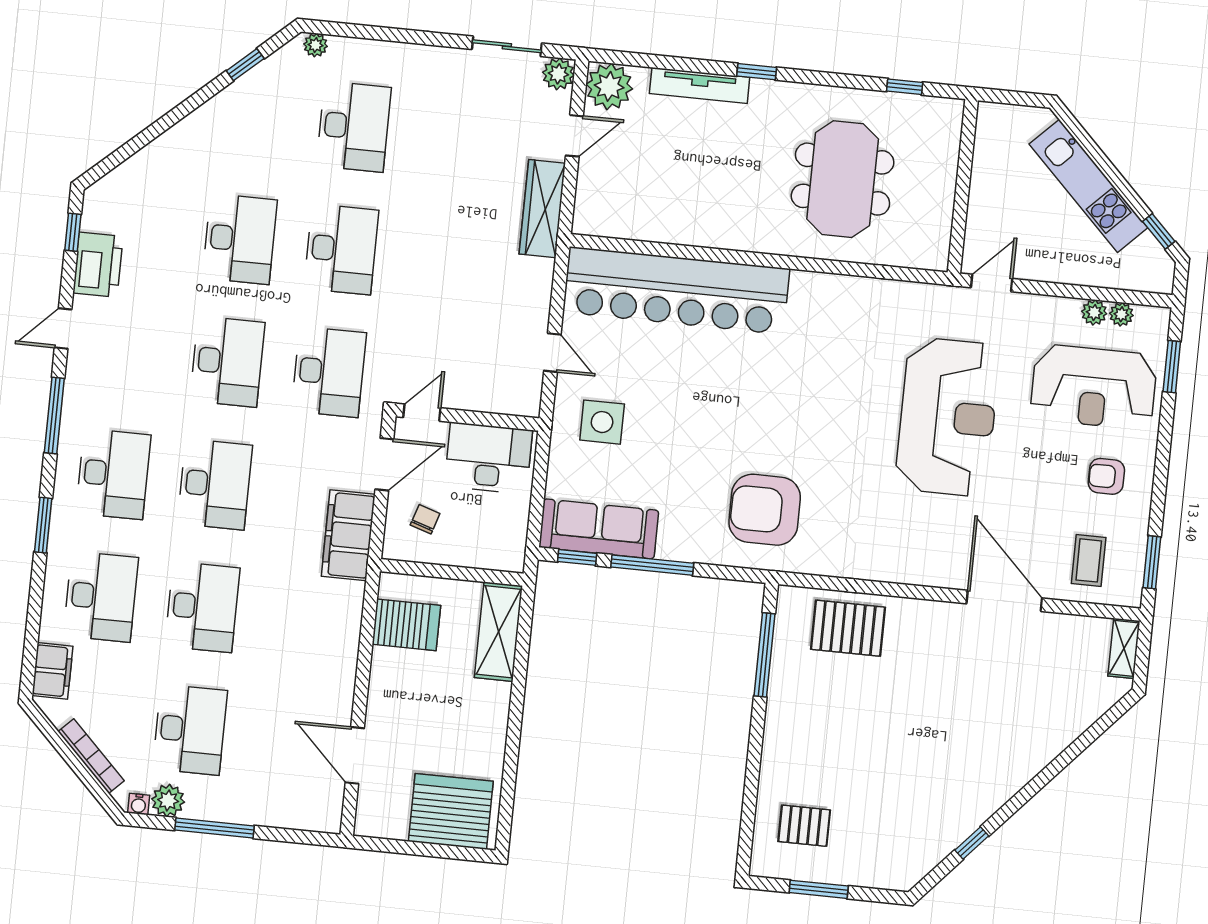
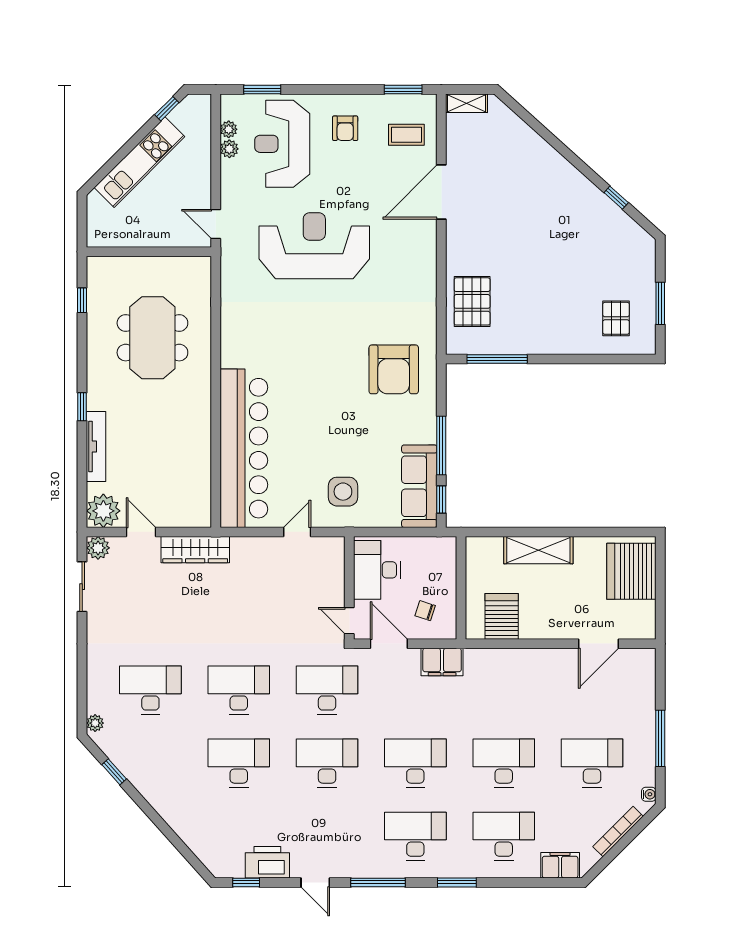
meeting table: (843, 179) -> (152, 338), turned 90
reception desk: (1094, 387) -> (282, 144), turned 180
filing cabinet: (348, 535) -> (442, 662), width x0.67, depth x0.86
shelving: (499, 632) -> (538, 550), moved
plant: (168, 801) -> (644, 773), removed

